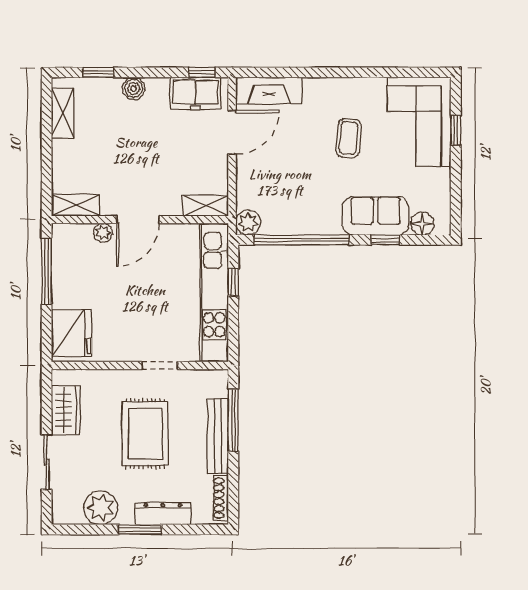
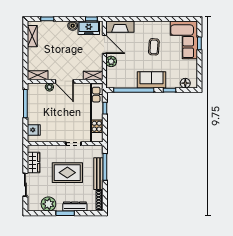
boiler: (134, 88) -> (73, 26), moved
door: (232, 132) -> (104, 44), hinge flipped
sofa: (376, 216) -> (151, 80), moved
door: (138, 220) -> (64, 81), hinge flipped
plant: (248, 222) -> (111, 61), moved
fridge: (71, 333) -> (34, 130), width x0.53, depth x0.75
rug: (145, 434) -> (67, 173), turned 90

